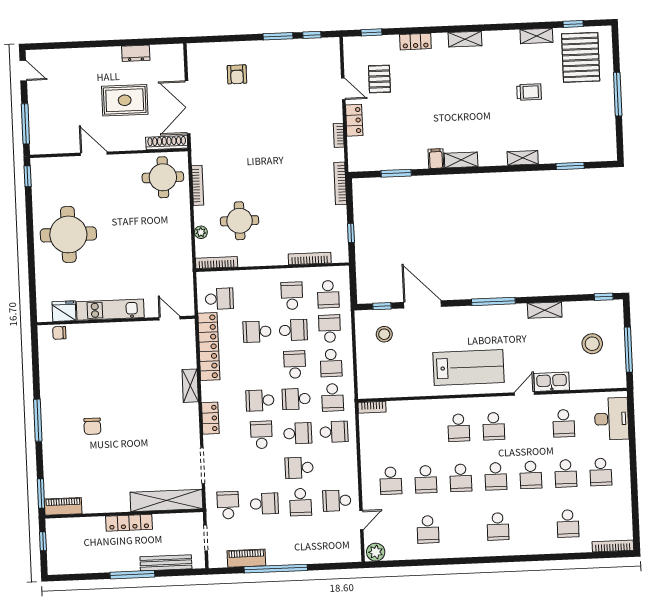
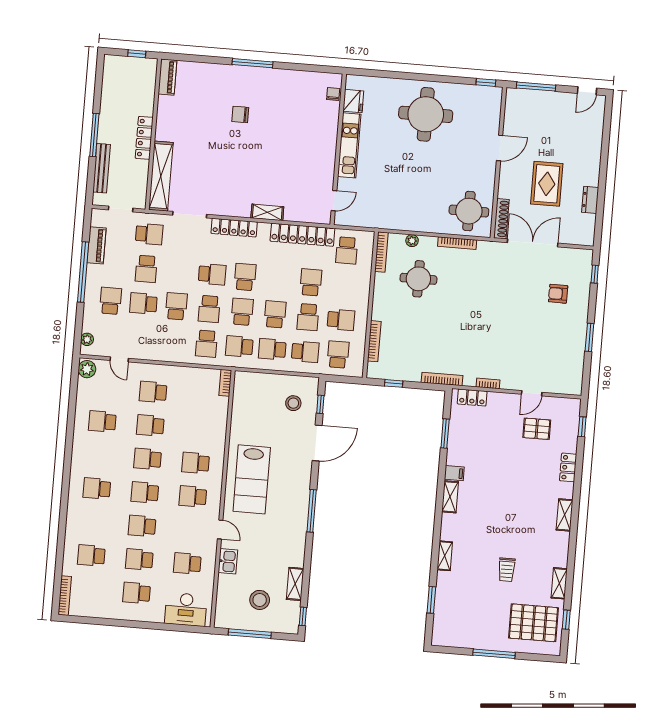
window: (312, 35) -> (595, 274), moved
locker: (354, 120) -> (472, 398), moved
school desk: (328, 294) -> (338, 355), turned 90
shelving: (545, 310) -> (295, 584), moved
school desk: (295, 365) -> (275, 314), turned -90
kitchen sink: (552, 382) -> (228, 561), width x0.73
locker: (210, 418) -> (234, 228), width x1.53
window: (41, 494) -> (182, 57), removed
school desk: (337, 501) -> (111, 301), moved
plant: (345, 556) -> (87, 339), added

